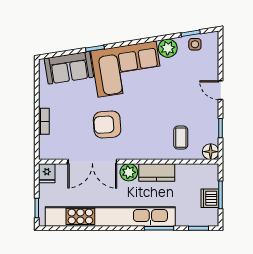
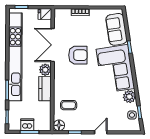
armchair: (107, 124) -> (78, 55), turned 94

